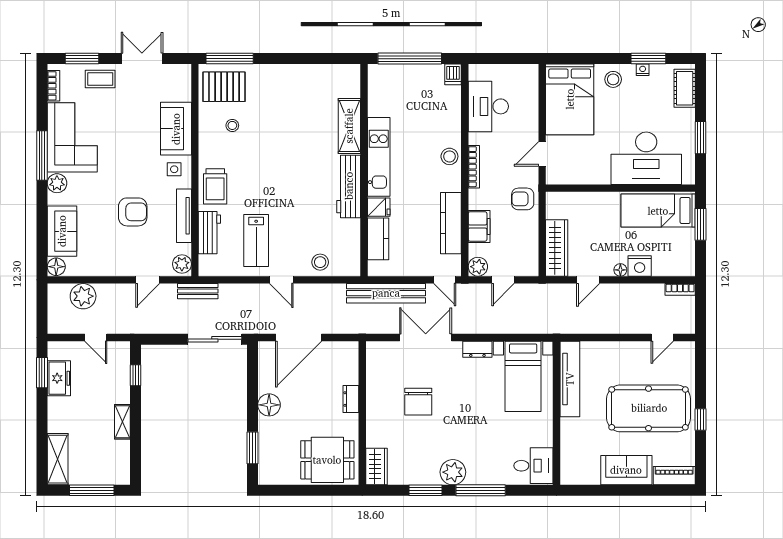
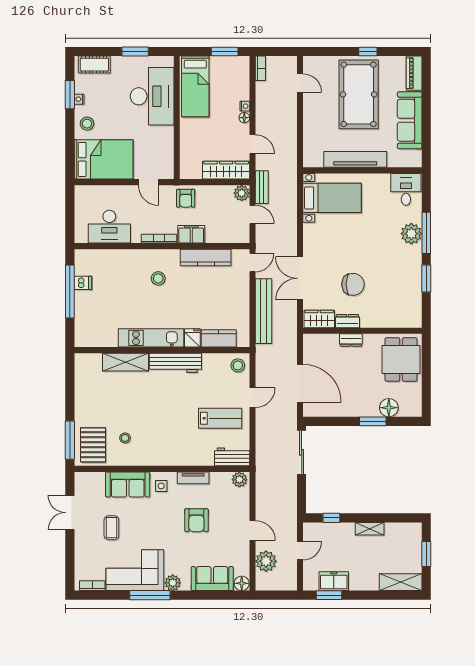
window: (82, 59) -> (70, 562), removed
dishwasher: (453, 74) -> (83, 283), moved
coffee table: (100, 79) -> (111, 528), moved
shelving: (349, 126) -> (125, 362), moved
stool: (449, 156) -> (158, 278), moved
kitchen unit: (379, 157) -> (151, 338), moved
wall: (364, 170) -> (162, 350), moved
trolley: (215, 186) -> (175, 452), removed
workbench: (349, 186) -> (175, 363), moved
fridge: (379, 207) -> (192, 338), moved
armchair: (133, 212) -> (196, 520), turned 180
tv unit: (184, 216) -> (193, 478), width x0.71
window: (700, 224) -> (225, 51), moved
filing cabinet: (479, 226) -> (191, 234), moved
workbench: (209, 233) -> (232, 457), moved
kitchen counter: (378, 239) -> (219, 338), moved
nightstand: (640, 266) -> (245, 106), width x0.53, depth x0.56
plant: (478, 267) -> (242, 193), moved
door: (148, 280) -> (252, 531), moved
bench: (198, 291) -> (262, 187), moved
dresser: (477, 349) -> (347, 321), moved, turned -90
tv unit: (570, 379) -> (355, 159), moved
floor lamp: (269, 405) -> (389, 408), moved
window: (252, 448) -> (373, 421), moved
wardrobe: (376, 467) -> (319, 319), moved
sofa: (626, 470) -> (410, 120), width x1.36
plant: (453, 472) -> (411, 234), moved
window: (92, 490) -> (426, 554), width x0.69

